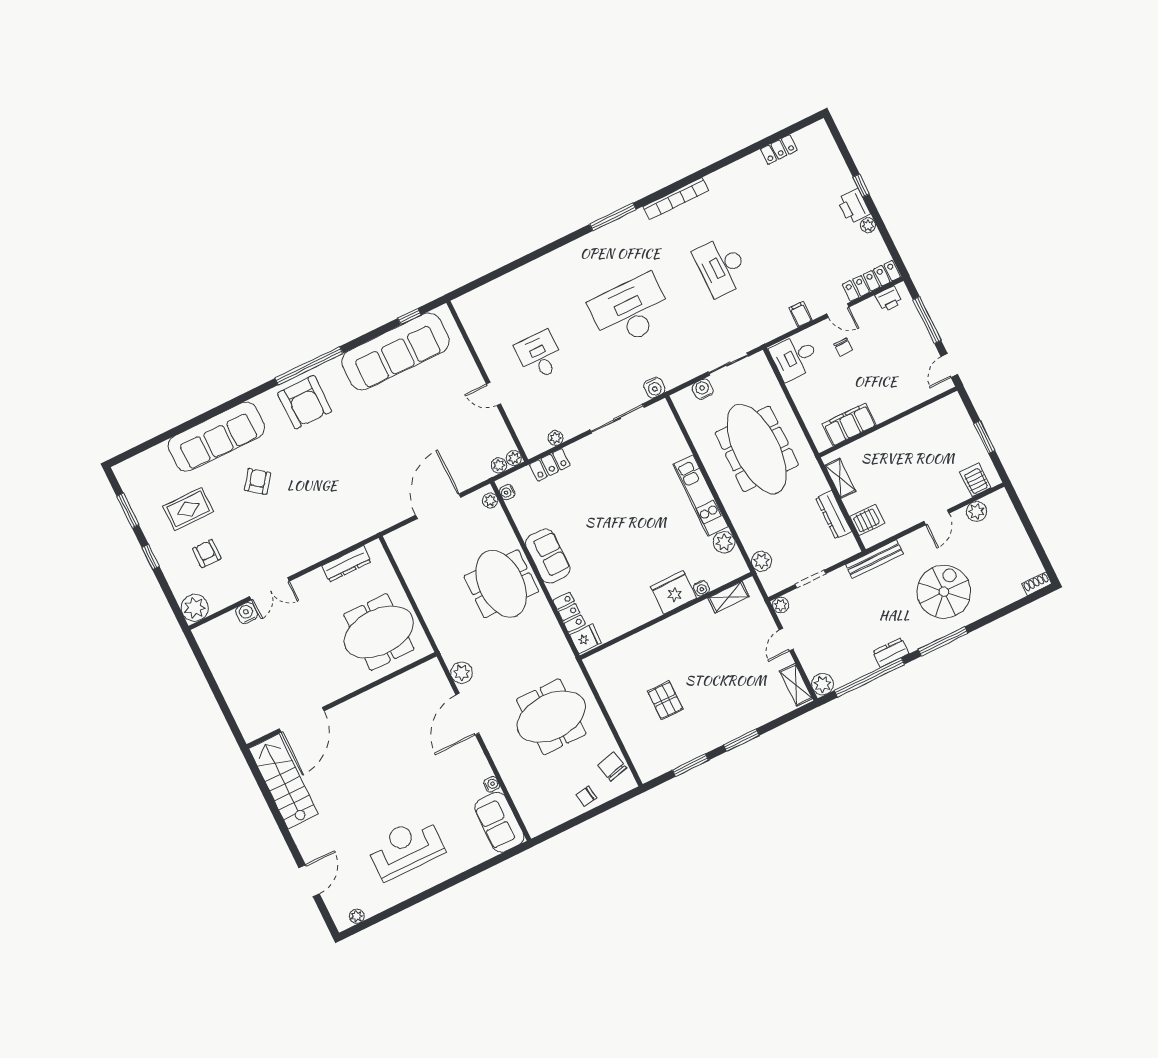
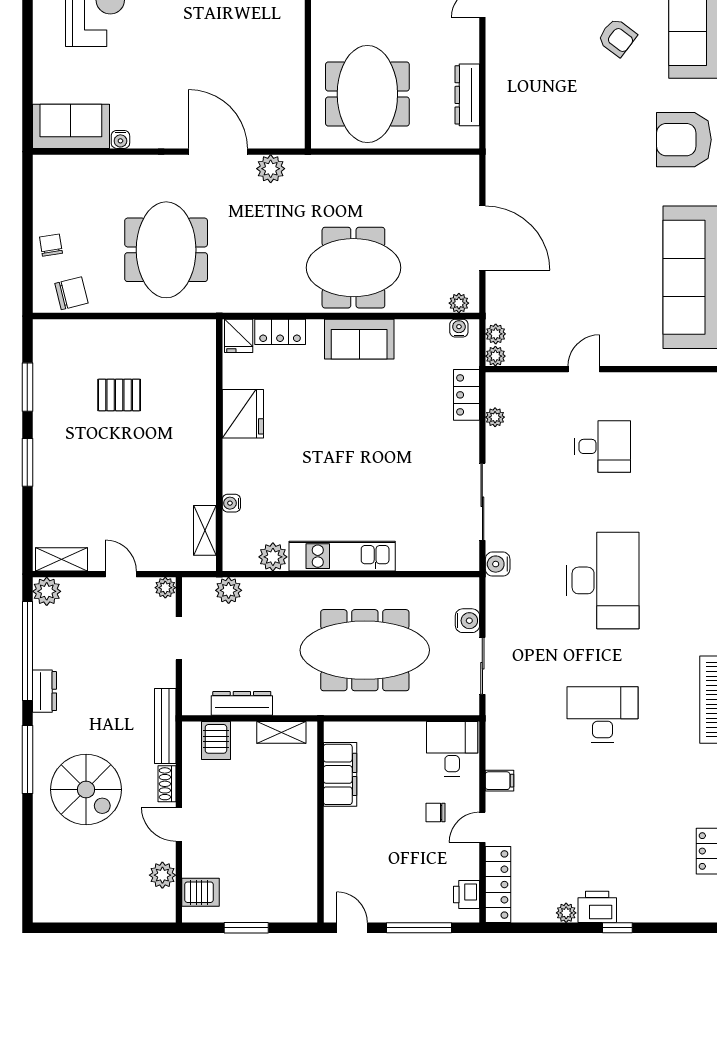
shoe rack: (1037, 584) -> (167, 784), moved, turned 180
fridge: (674, 592) -> (243, 414), moved

